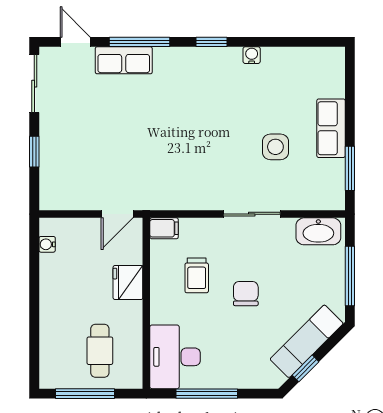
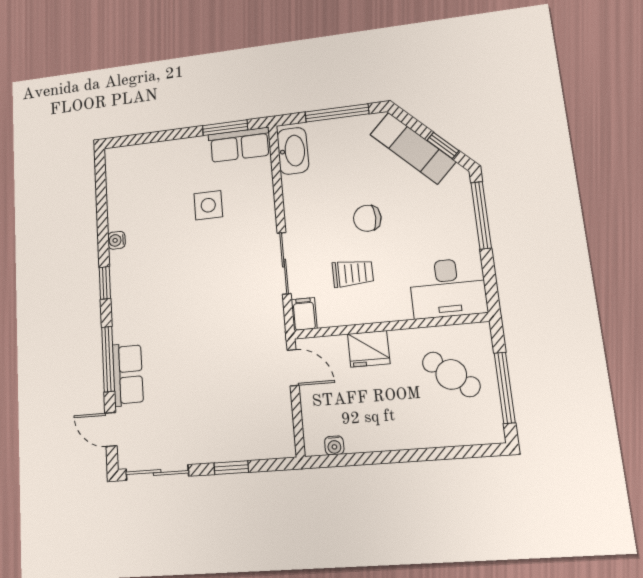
door: (75, 42) -> (111, 429), hinge flipped
row of seats: (331, 128) -> (239, 145), moved
sliding door: (252, 214) -> (284, 263), moved
cafe table: (100, 351) -> (451, 374), turned 39
window: (207, 394) -> (481, 215), moved

